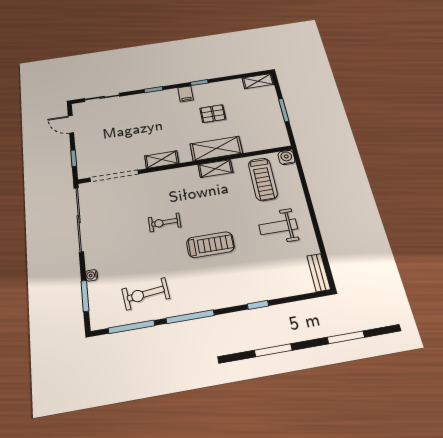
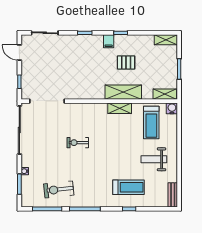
shelving: (162, 160) -> (165, 94), moved
treadmill: (210, 245) -> (128, 187), moved

